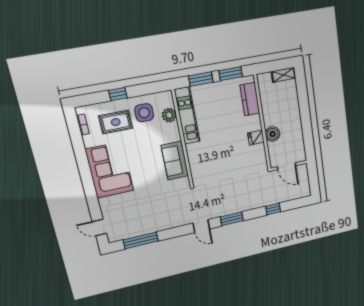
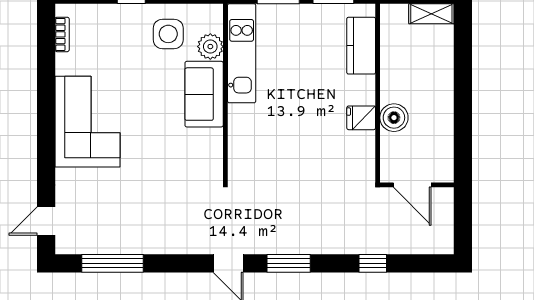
rug: (116, 122) -> (117, 41), removed
sofa: (175, 161) -> (204, 94), moved
door: (99, 227) -> (46, 221), hinge flipped

